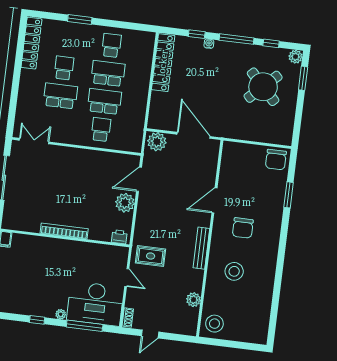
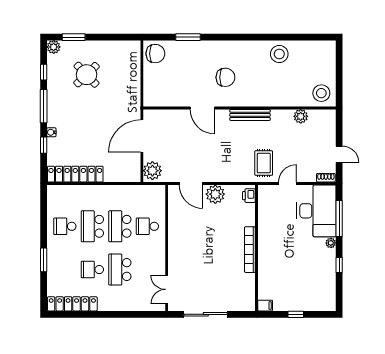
round table: (263, 87) -> (87, 75), width x0.73, depth x0.73
stool: (234, 271) -> (279, 54), moved

